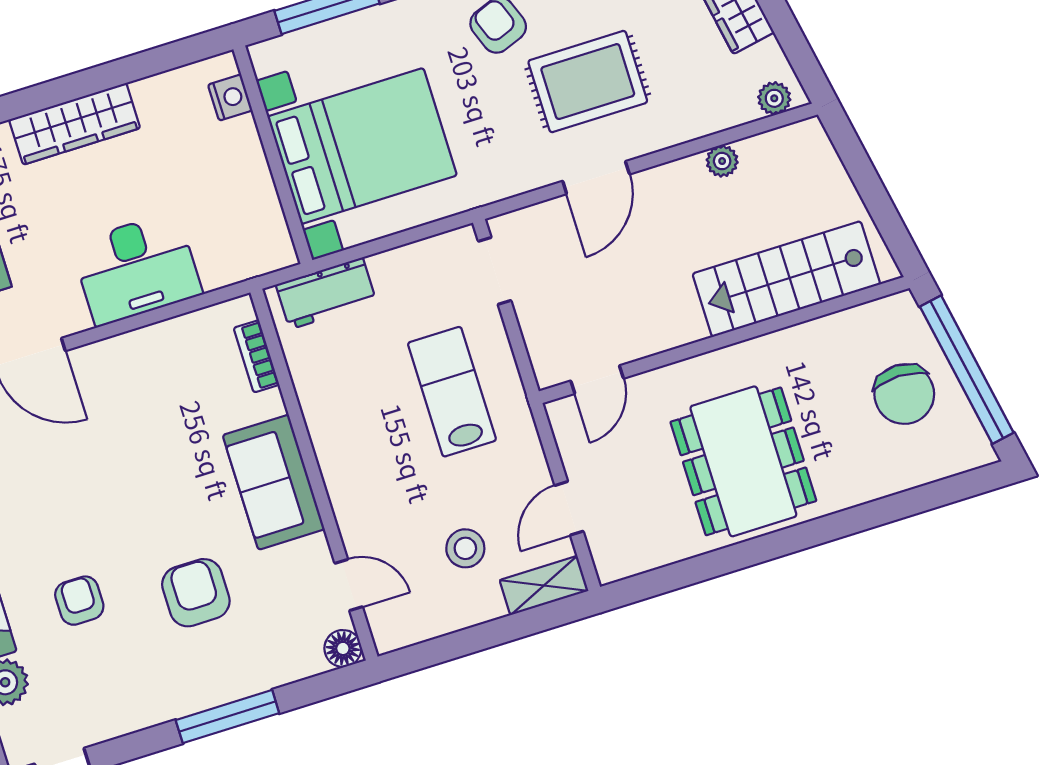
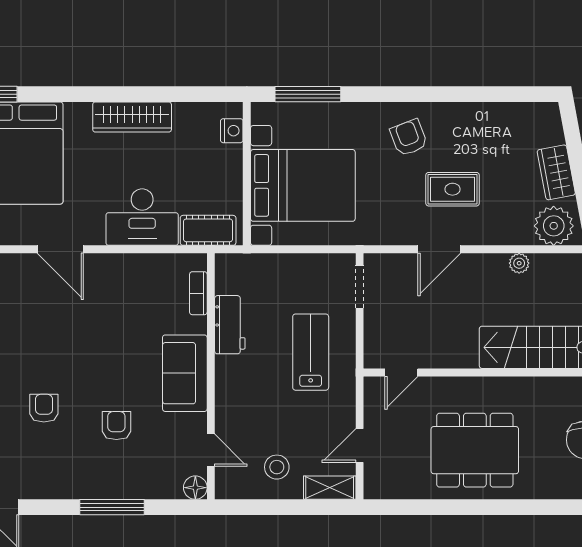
rug: (588, 82) -> (453, 189), width x0.73, depth x0.70
plant: (774, 98) -> (554, 226), width x1.87, depth x1.87
cot: (241, 258) -> (208, 230), added
workbench: (326, 293) -> (230, 325), moved, turned -90
dining table: (743, 461) -> (475, 450), turned 90
stool: (465, 548) -> (277, 467), moved
armchair: (196, 593) -> (116, 426), width x0.72, depth x0.72

